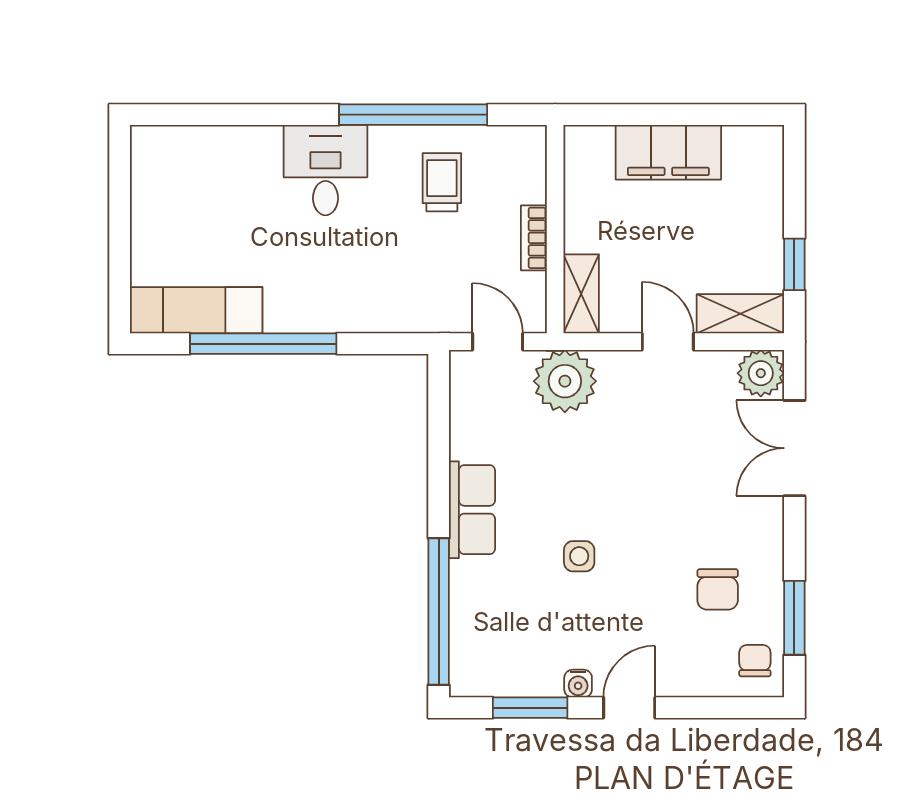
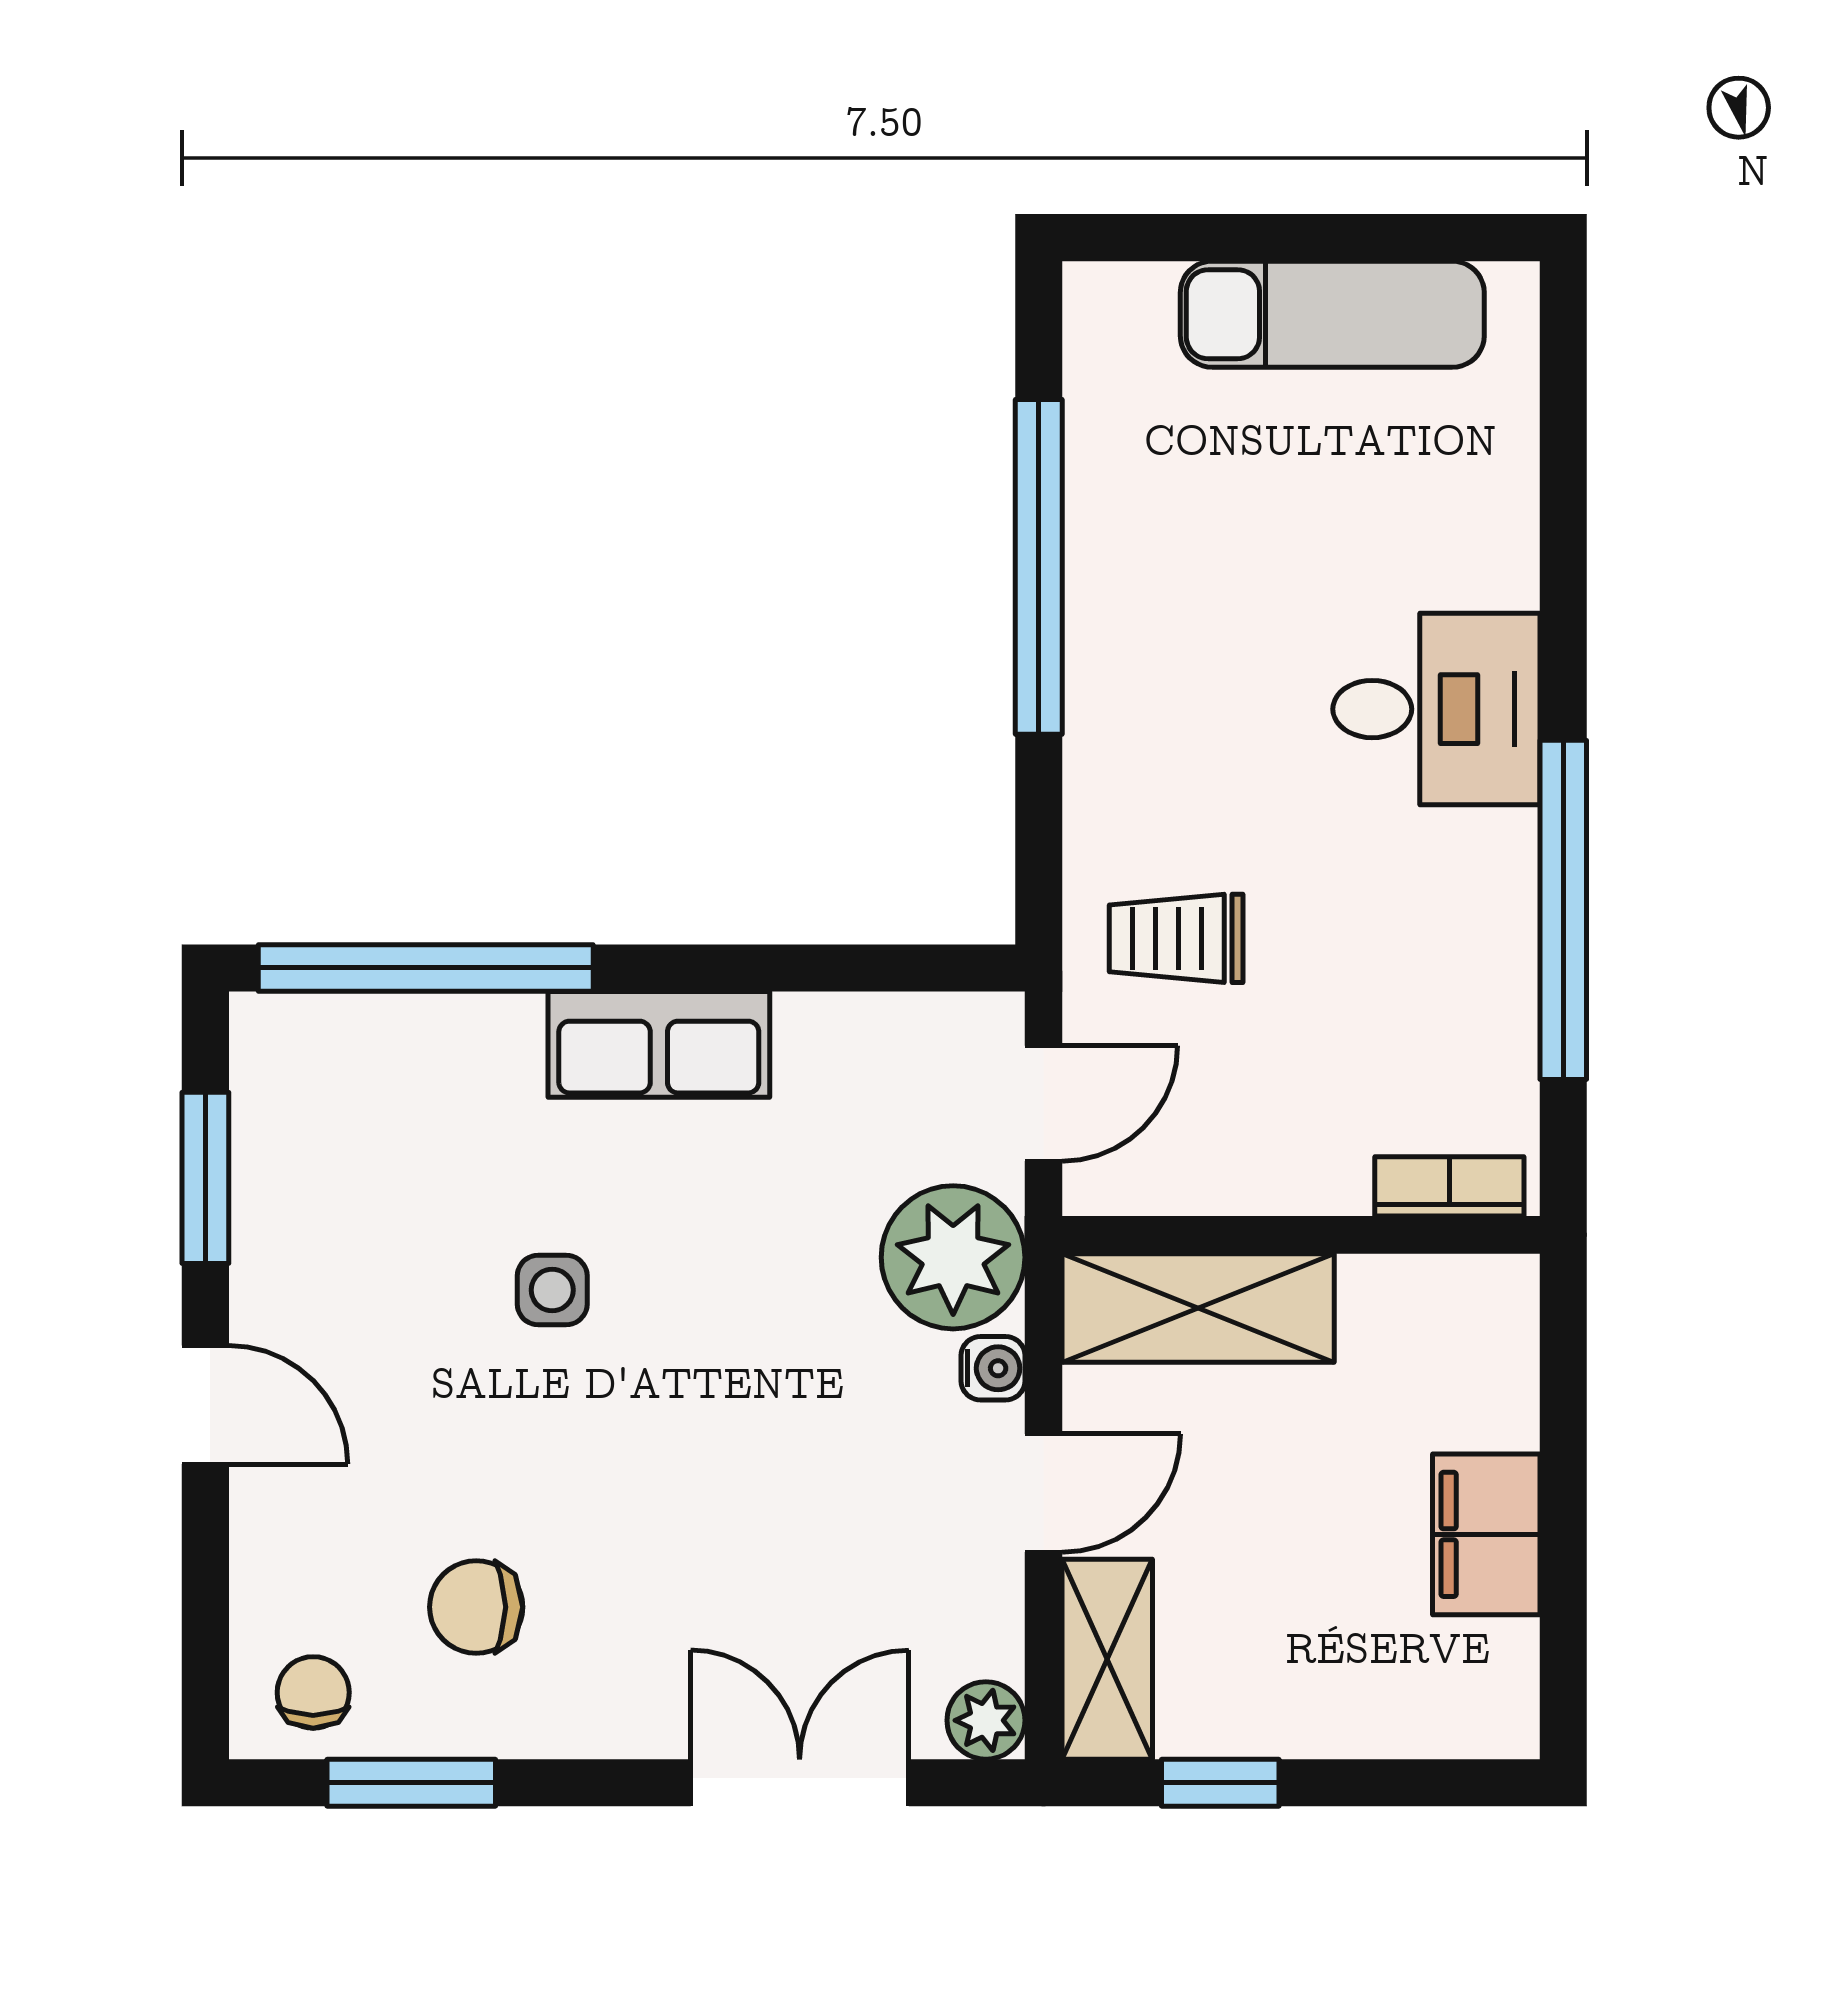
filing cabinet: (668, 152) -> (1486, 1534), width x0.67, depth x0.86
trolley: (442, 182) -> (1176, 938), moved, turned 180
bookcase: (534, 238) -> (1449, 1186), moved
shelving: (581, 294) -> (1198, 1308), width x1.50, depth x1.33
exam couch: (196, 310) -> (1332, 314), moved, turned 90
plant: (761, 373) -> (986, 1720), width x0.73, depth x0.73
chair: (755, 661) -> (313, 1692), turned -90
water cooler: (578, 684) -> (993, 1368), moved, turned 180

